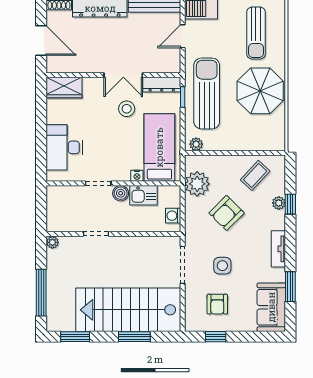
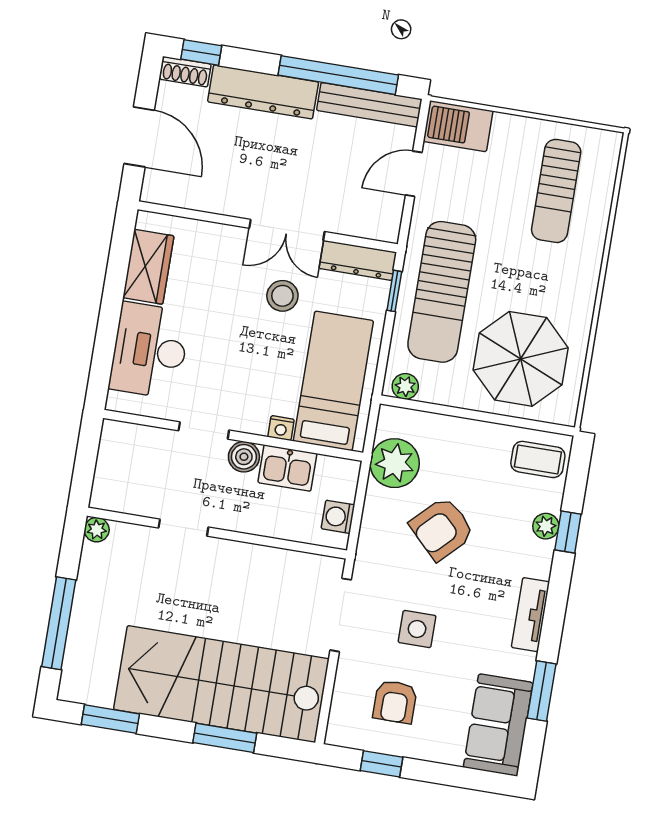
wardrobe: (64, 88) -> (148, 267), moved, turned -90
parasol: (260, 91) -> (521, 359), moved
sun lounger: (207, 93) -> (442, 292), turned 180
coffee table: (255, 175) -> (538, 459), moved, turned 47

